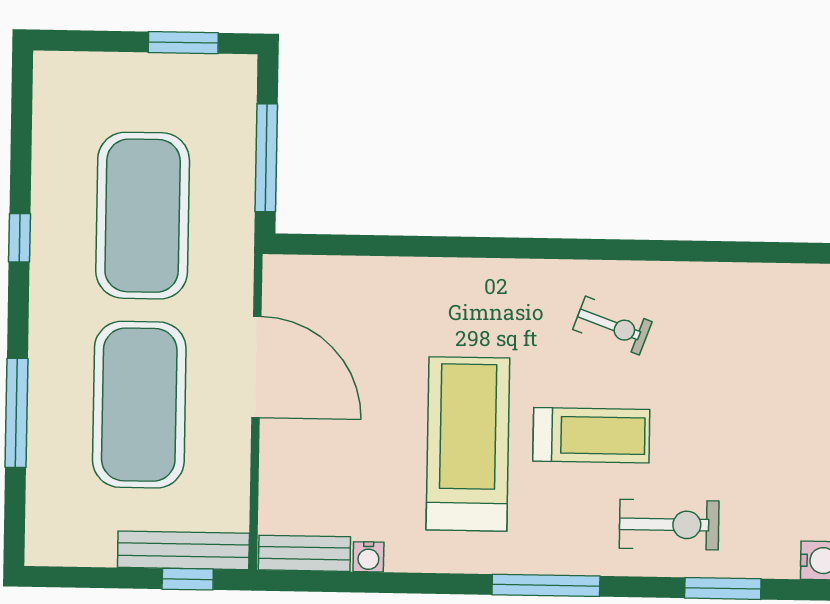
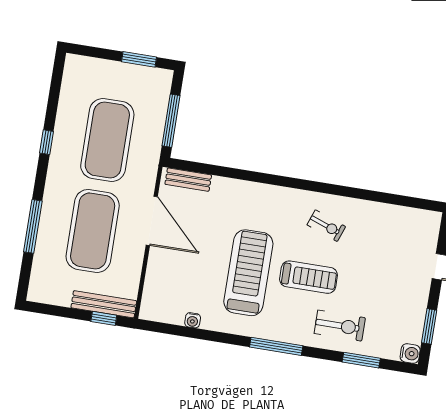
bench: (304, 553) -> (188, 180), moved

